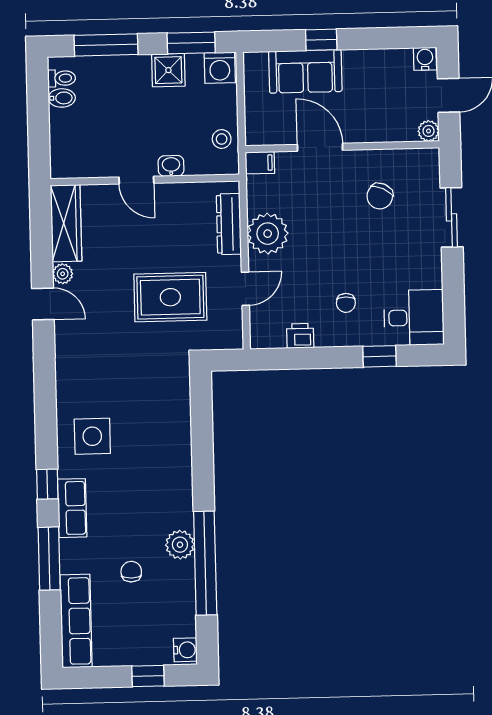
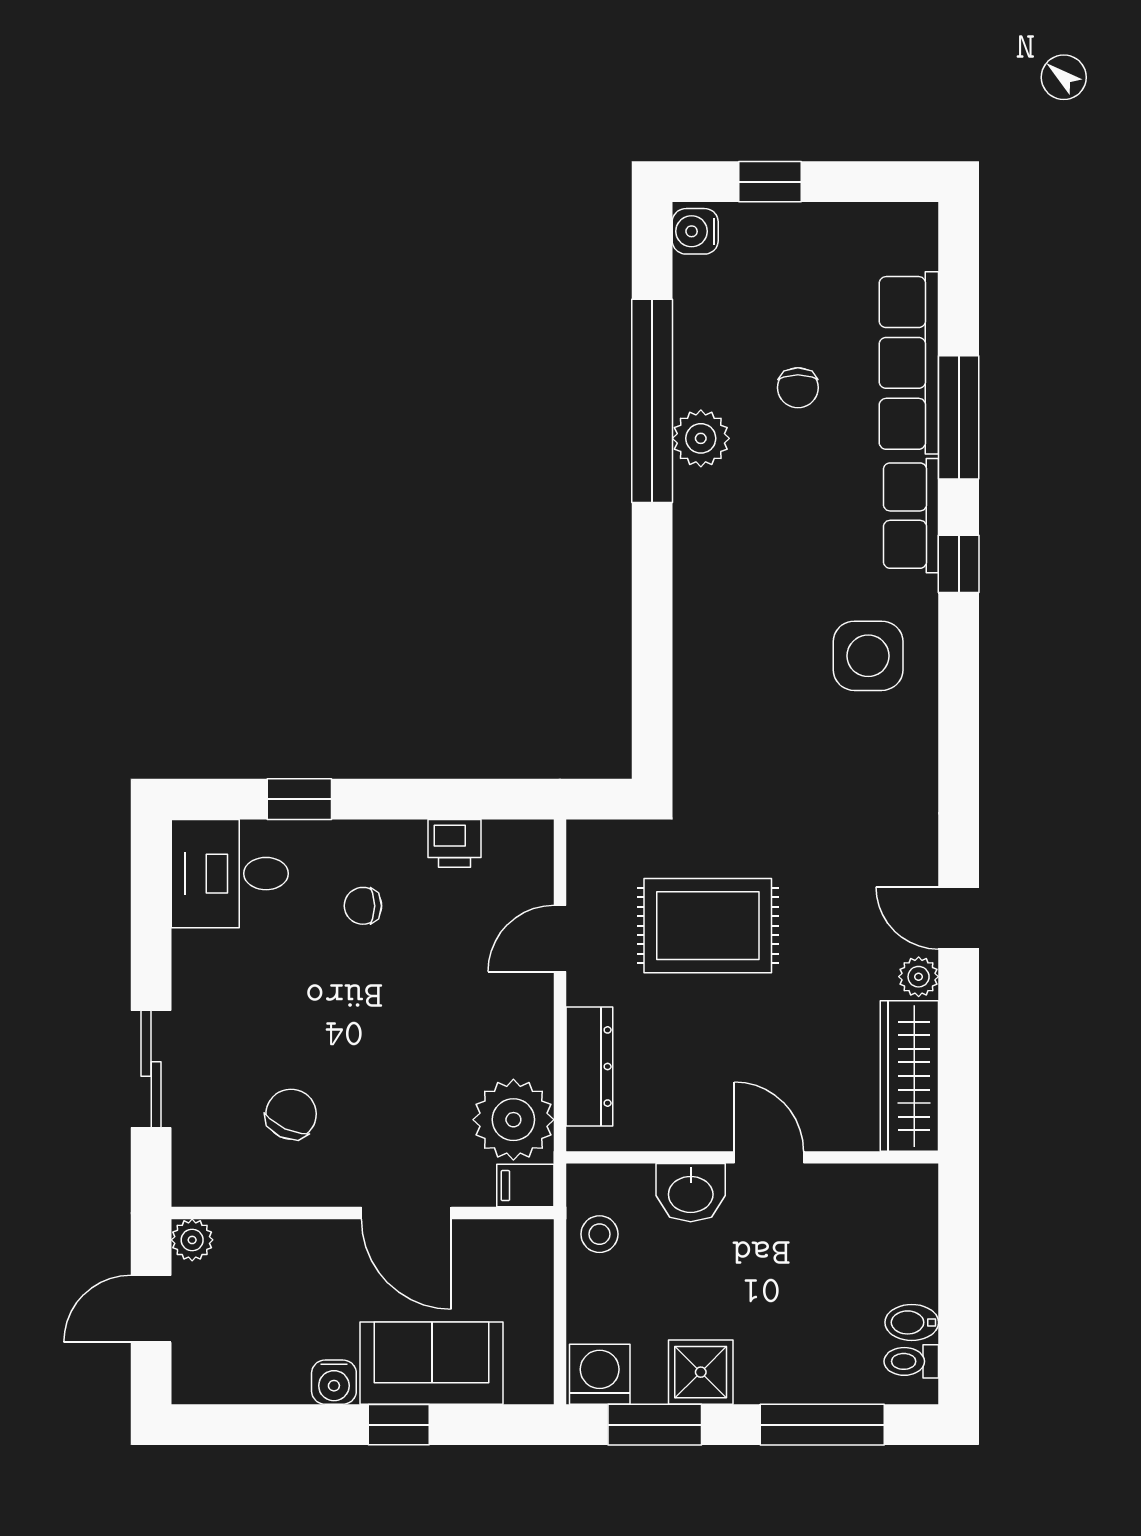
water cooler: (425, 59) -> (334, 1382), moved
washbasin: (171, 166) -> (691, 1193), width x1.38, depth x1.45
plant: (268, 234) -> (513, 1120), moved
chair: (346, 303) -> (363, 906), turned -90
row of seats: (76, 621) -> (909, 363), moved

